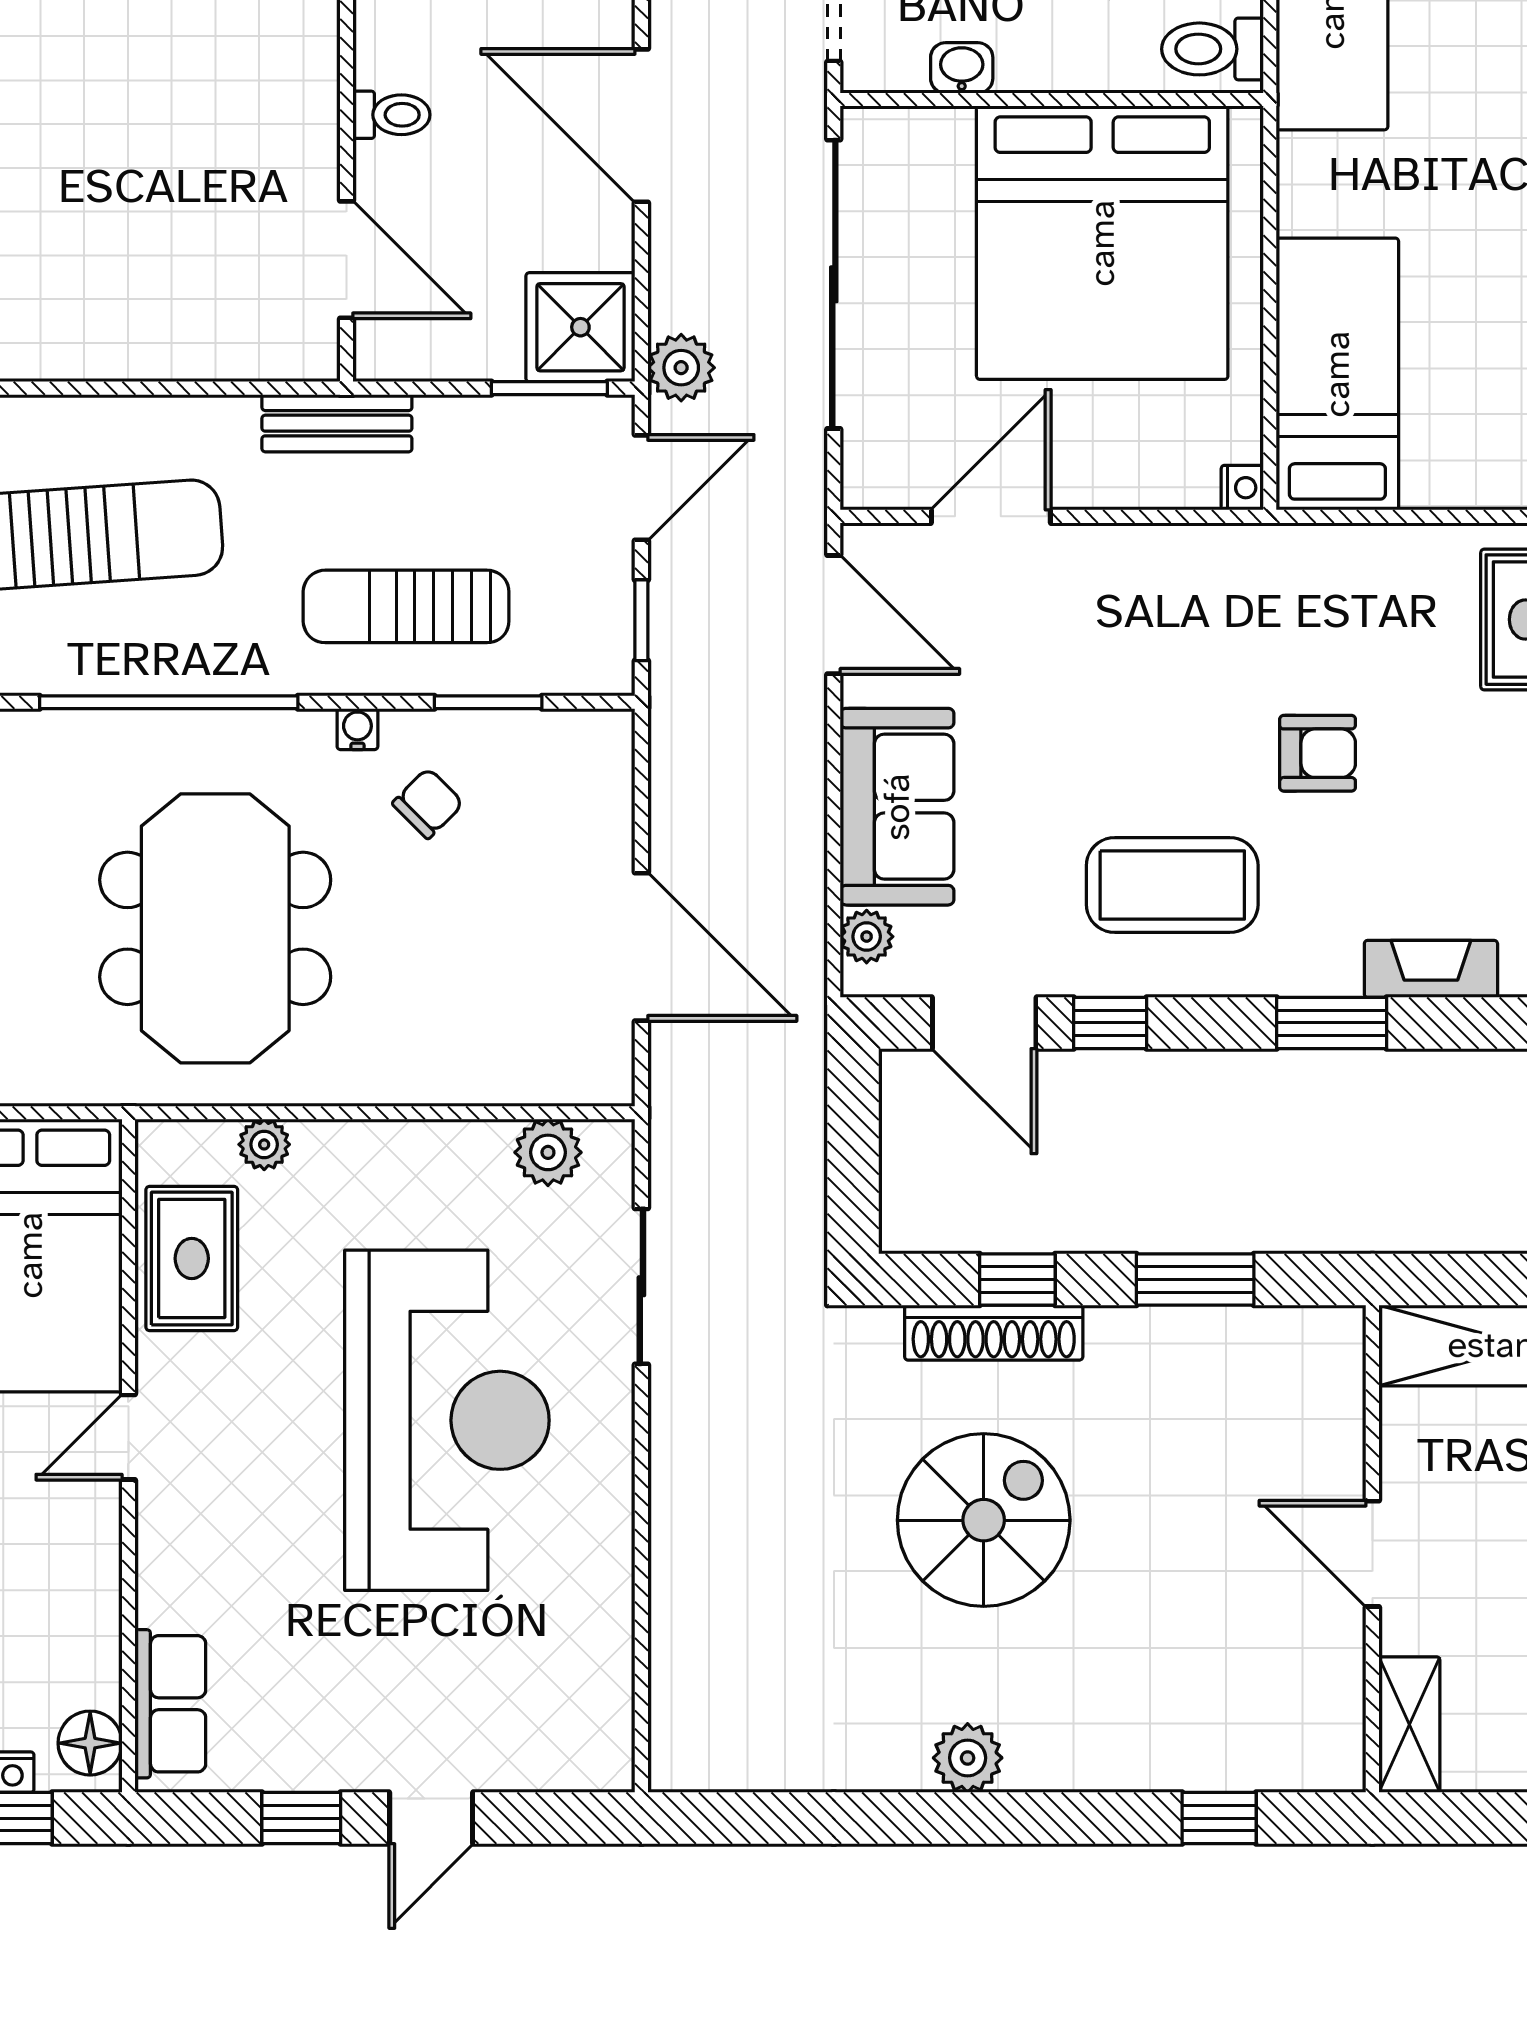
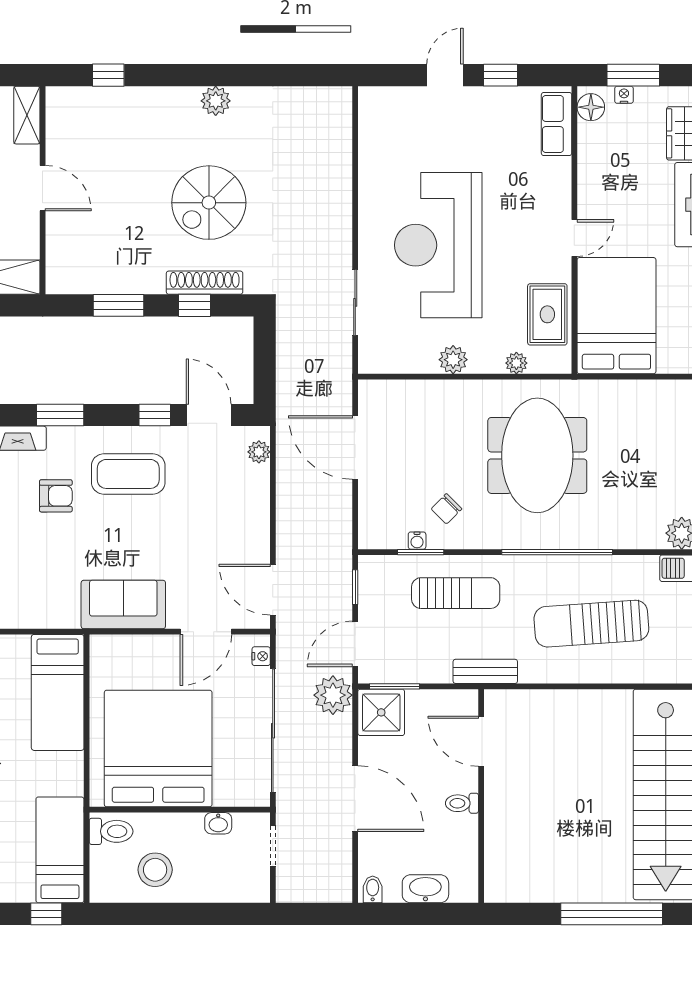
plant: (681, 368) -> (333, 695), width x1.36, depth x1.36
nightstand: (1242, 488) -> (261, 656), moved, turned 180
water cooler: (357, 729) -> (417, 541), moved
armchair: (1318, 753) -> (56, 496), moved, turned 180
sofa: (897, 807) -> (123, 604), moved, turned 90
plant: (548, 1152) -> (453, 360), moved

